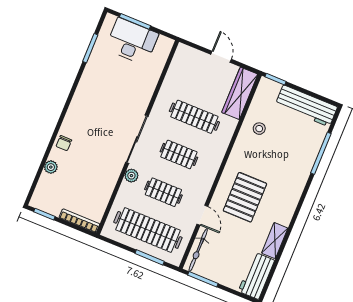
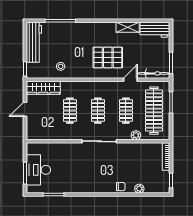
clothes rail: (194, 117) -> (70, 111), width x0.73
plant: (131, 176) -> (136, 135), moved

